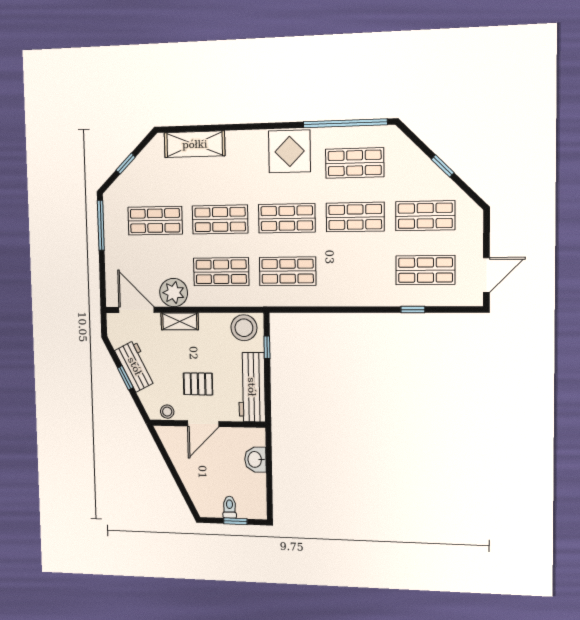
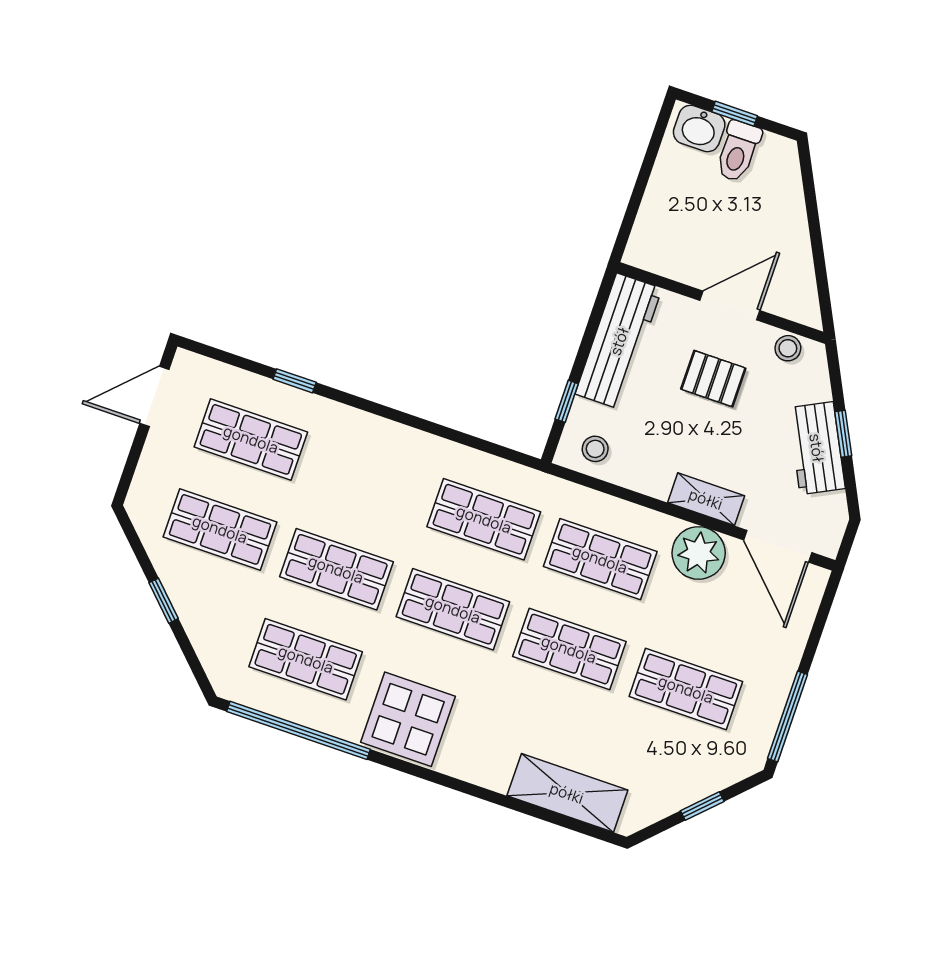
stool: (244, 328) -> (595, 449), width x0.53, depth x0.53
washbasin: (255, 459) -> (699, 128), moved, turned 90
toilet: (230, 507) -> (738, 151), width x1.37, depth x1.39

